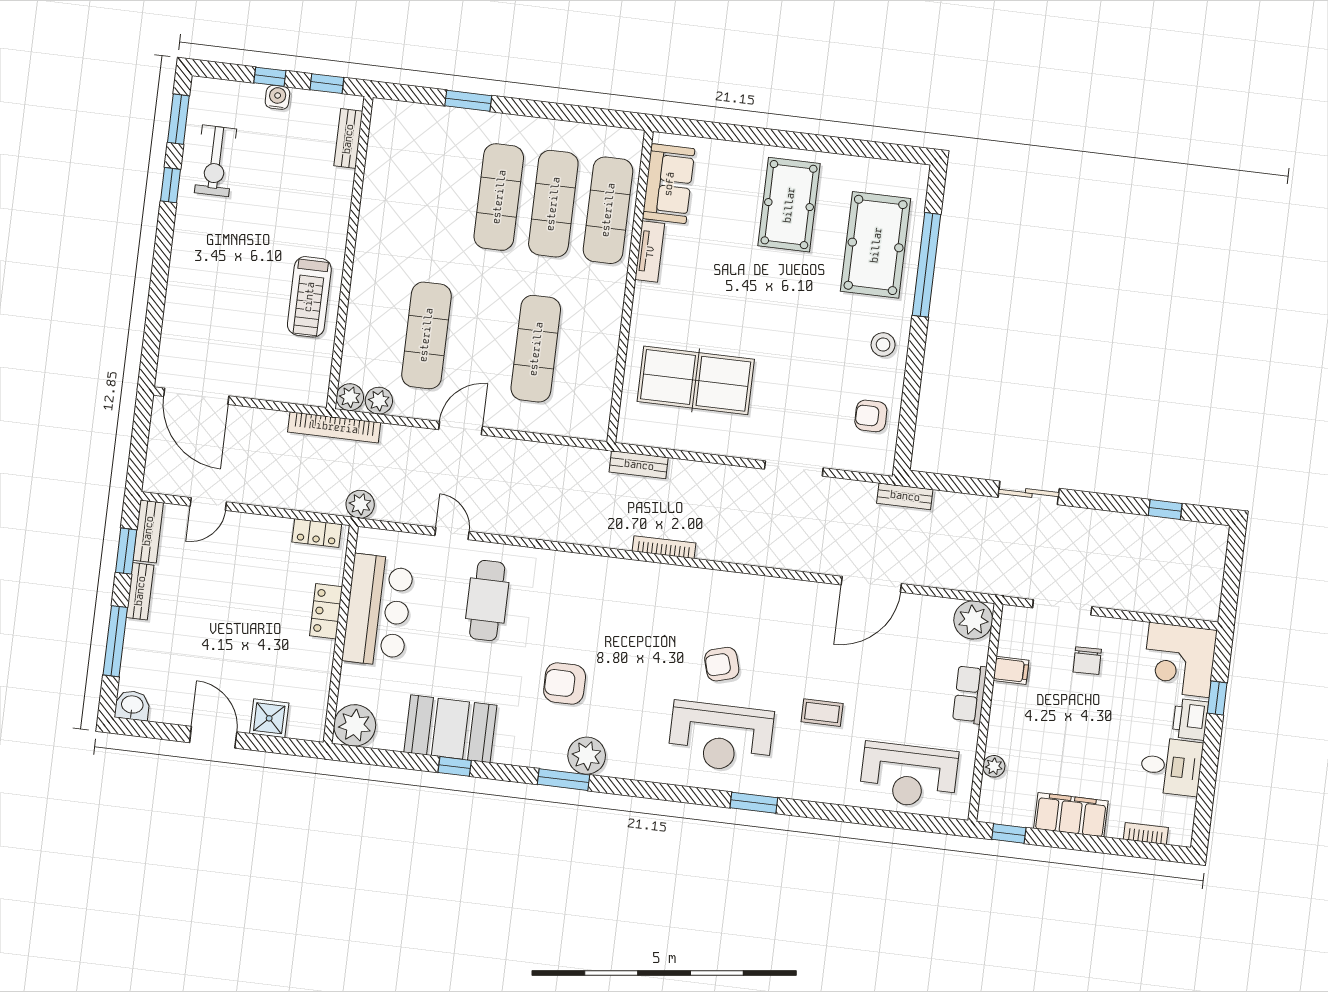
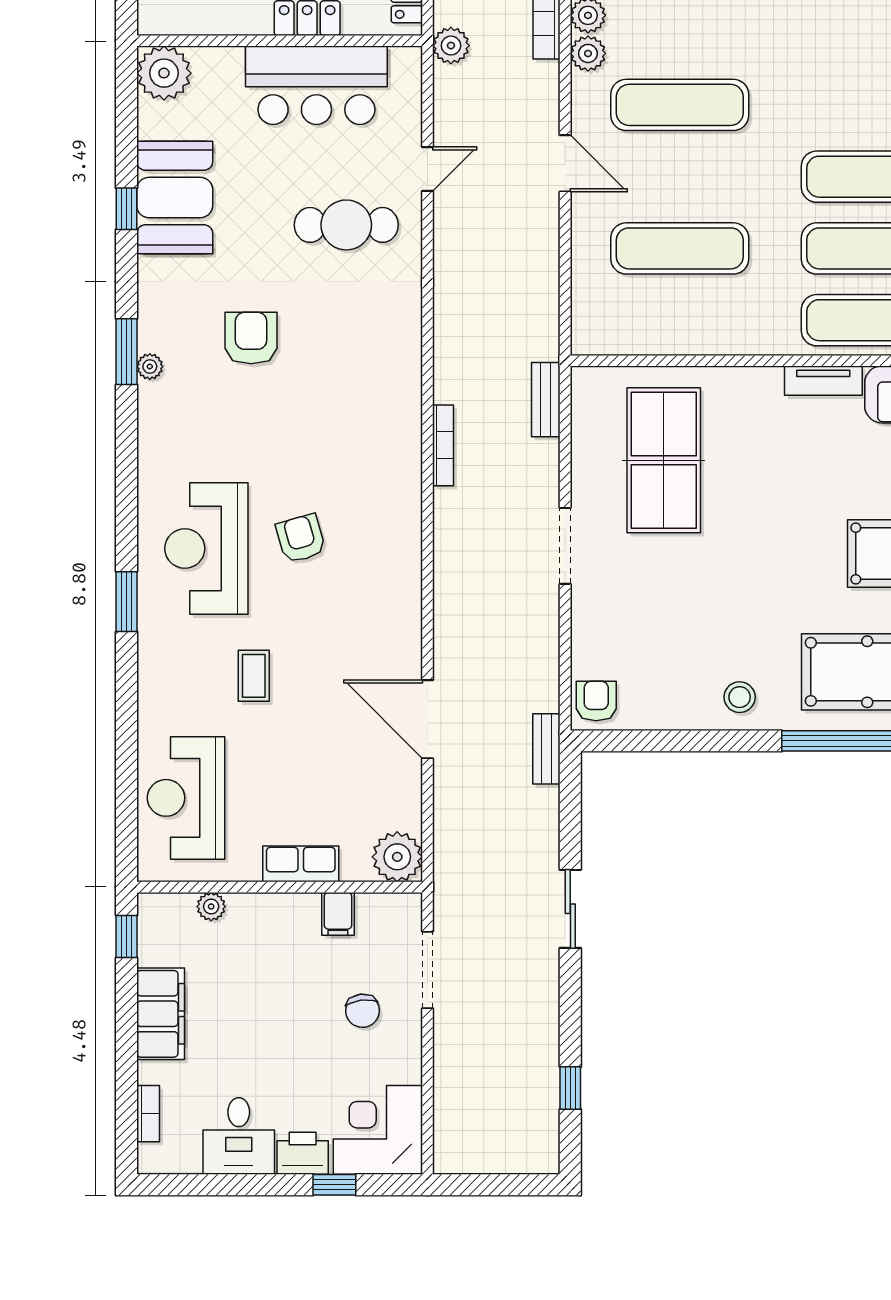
armchair: (871, 416) -> (596, 701), moved
doorway: (794, 469) -> (565, 546), moved
chair: (1087, 661) -> (362, 1011), turned -96
plant: (587, 756) -> (150, 367), width x0.53, depth x0.53

